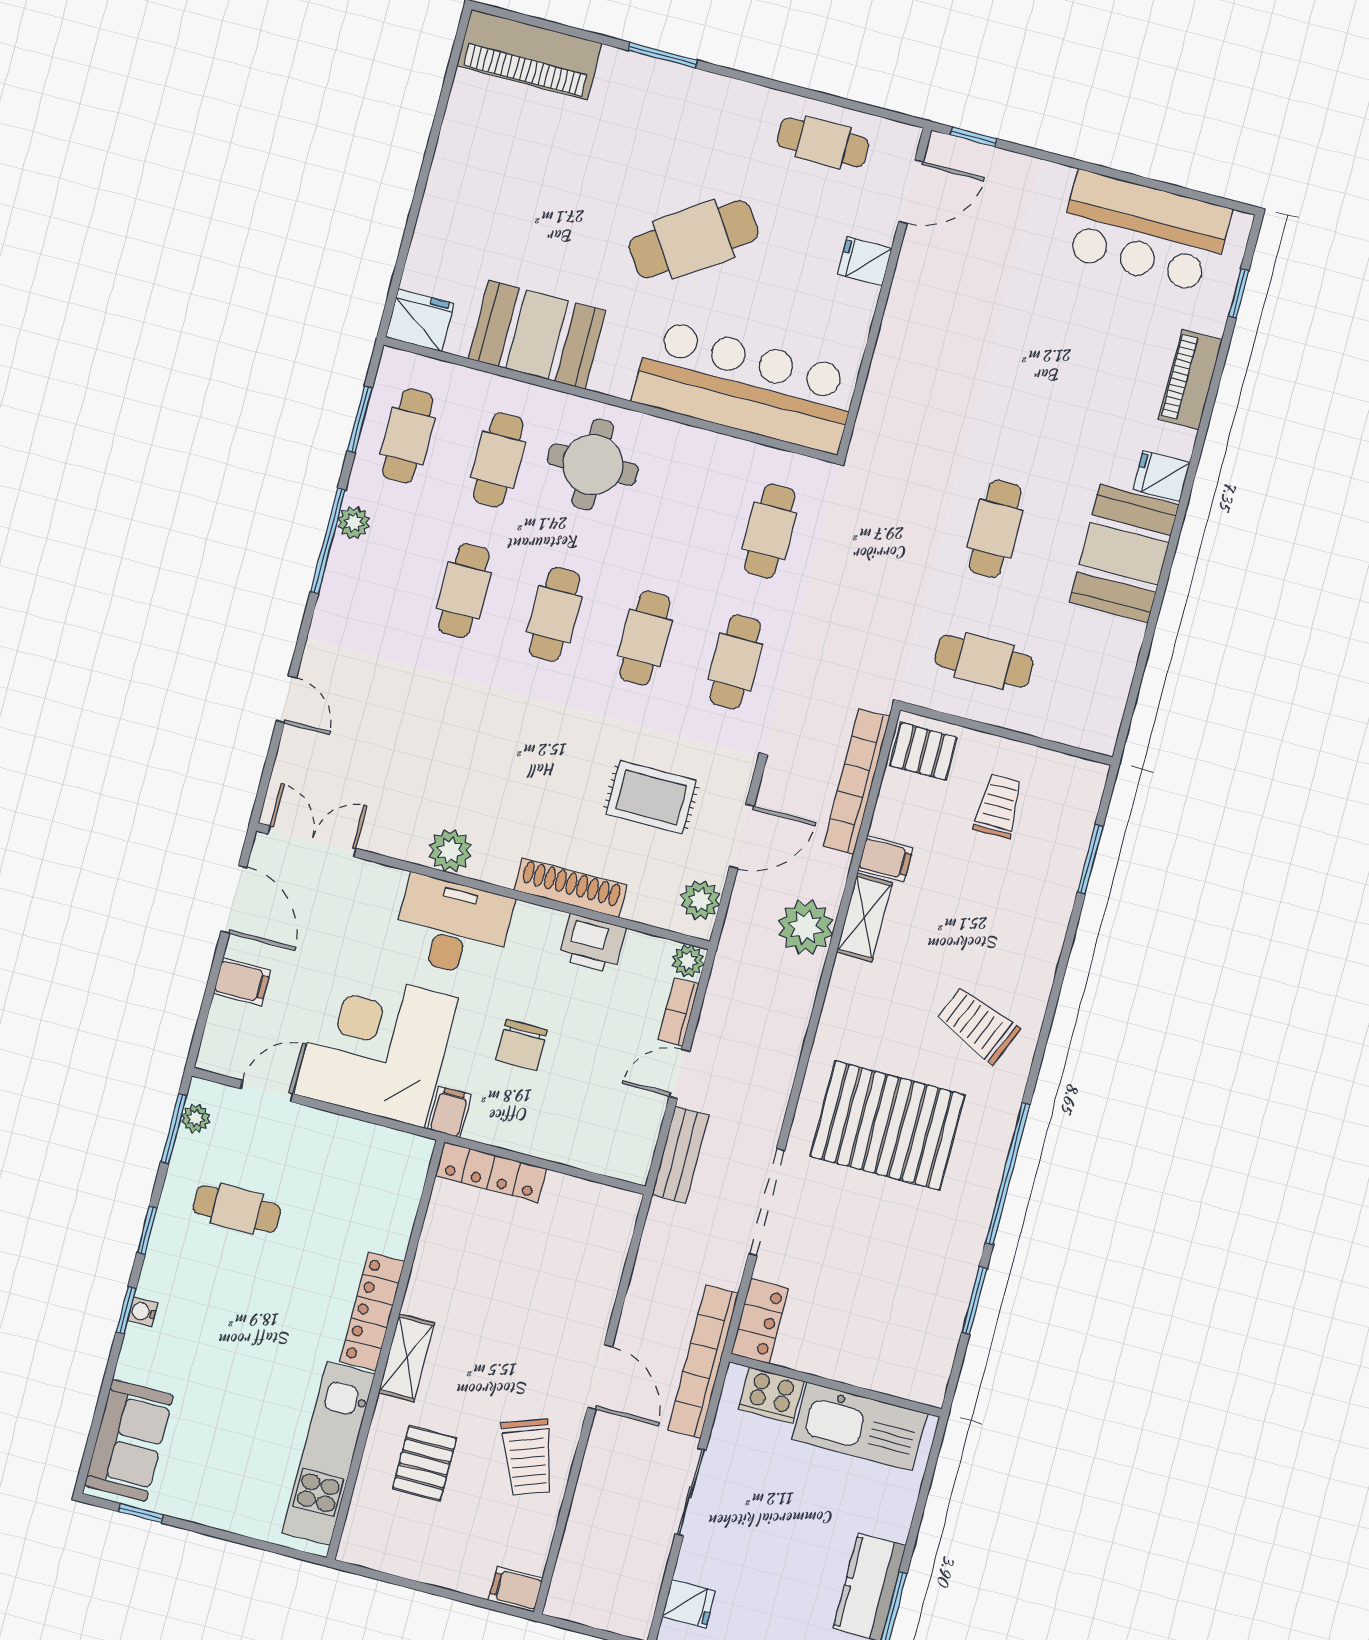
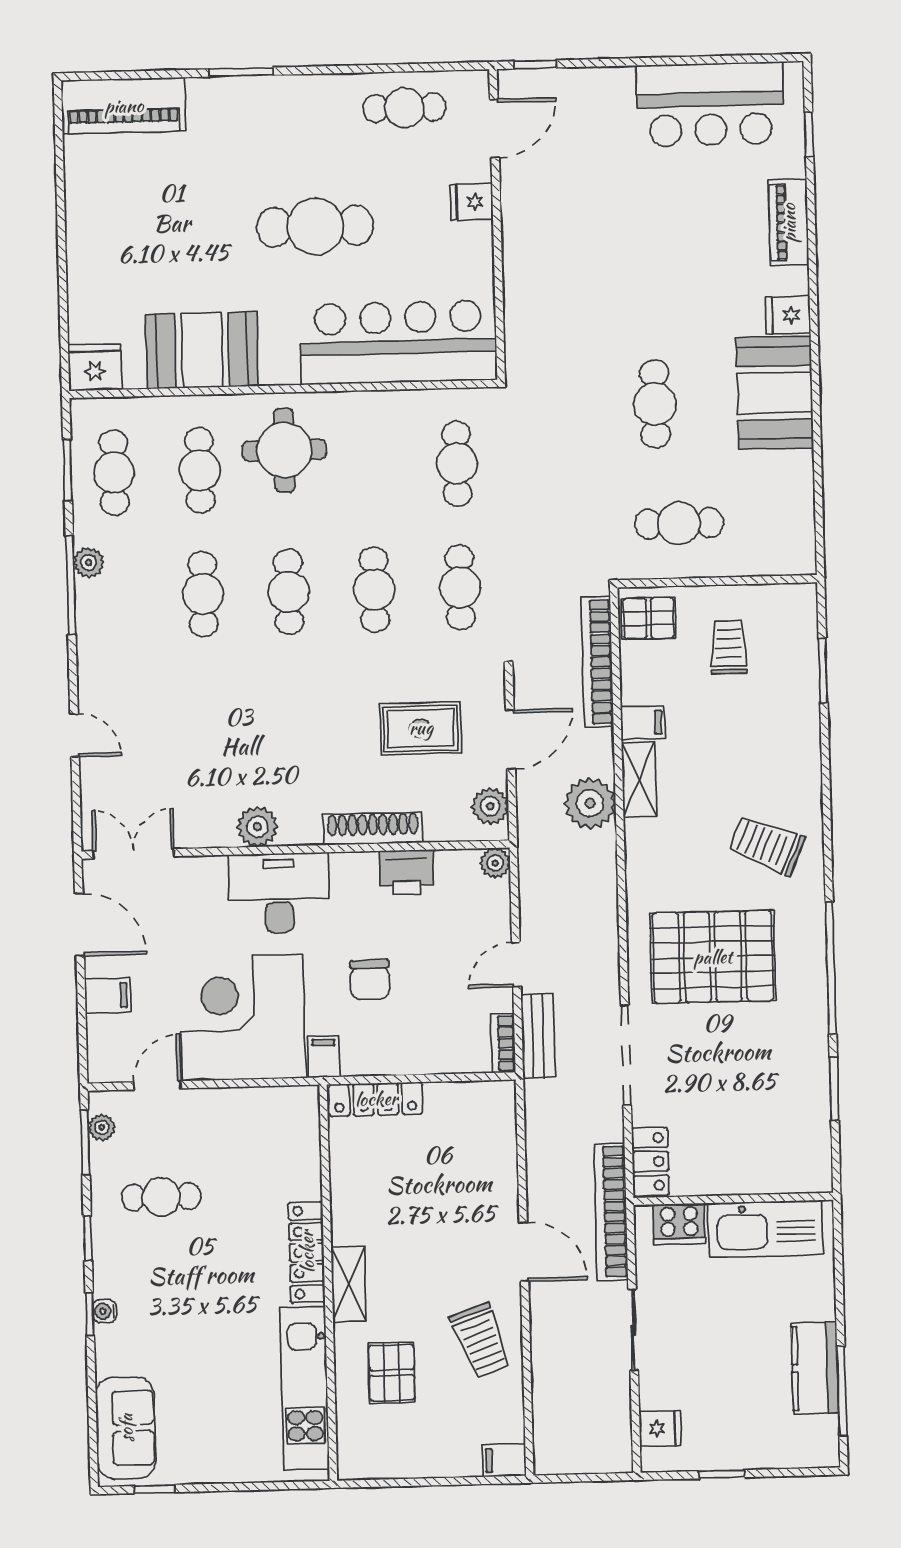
cafe table: (693, 239) -> (315, 226), turned 34
bookcase: (678, 1012) -> (503, 1043), moved

